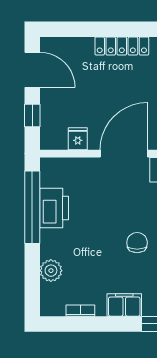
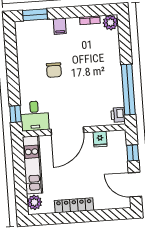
printer: (54, 208) -> (118, 115), moved, width x0.53, depth x0.68
plant: (51, 271) -> (110, 23), moved
filing cabinet: (124, 305) -> (60, 26), width x0.50

